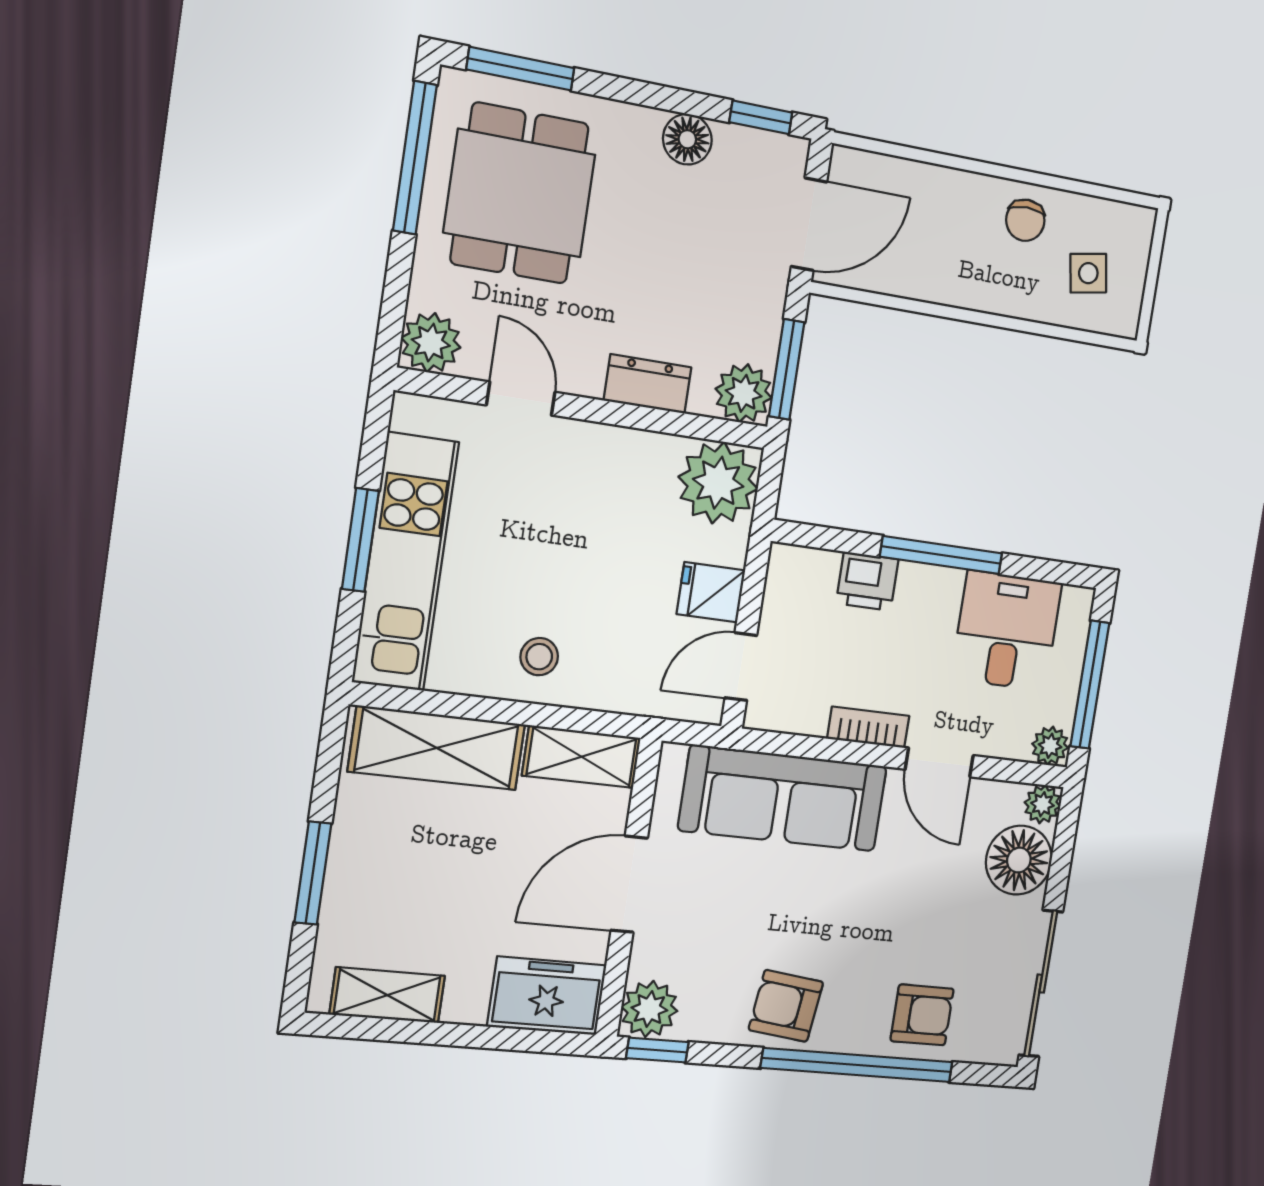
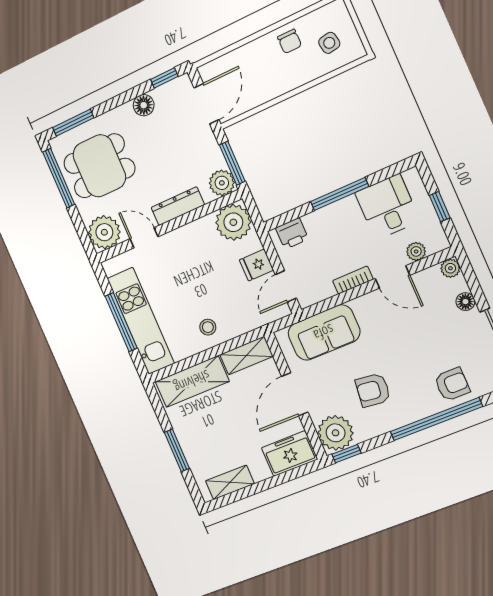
dining table: (520, 193) -> (99, 166), turned 90
plant: (431, 343) -> (104, 232), width x1.36, depth x1.36
dresser: (648, 384) -> (178, 206), width x1.44
window: (360, 540) -> (121, 322), width x1.44
printer: (867, 581) -> (292, 233), moved
window: (1090, 685) -> (440, 207), width x0.46
plant: (1050, 746) -> (416, 251), moved
sofa: (783, 798) -> (324, 333), width x0.73
floor lamp: (1019, 860) -> (465, 302), width x0.53, depth x0.53
armchair: (786, 1006) -> (373, 390), moved
plant: (649, 1009) -> (336, 433), width x1.36, depth x1.36

